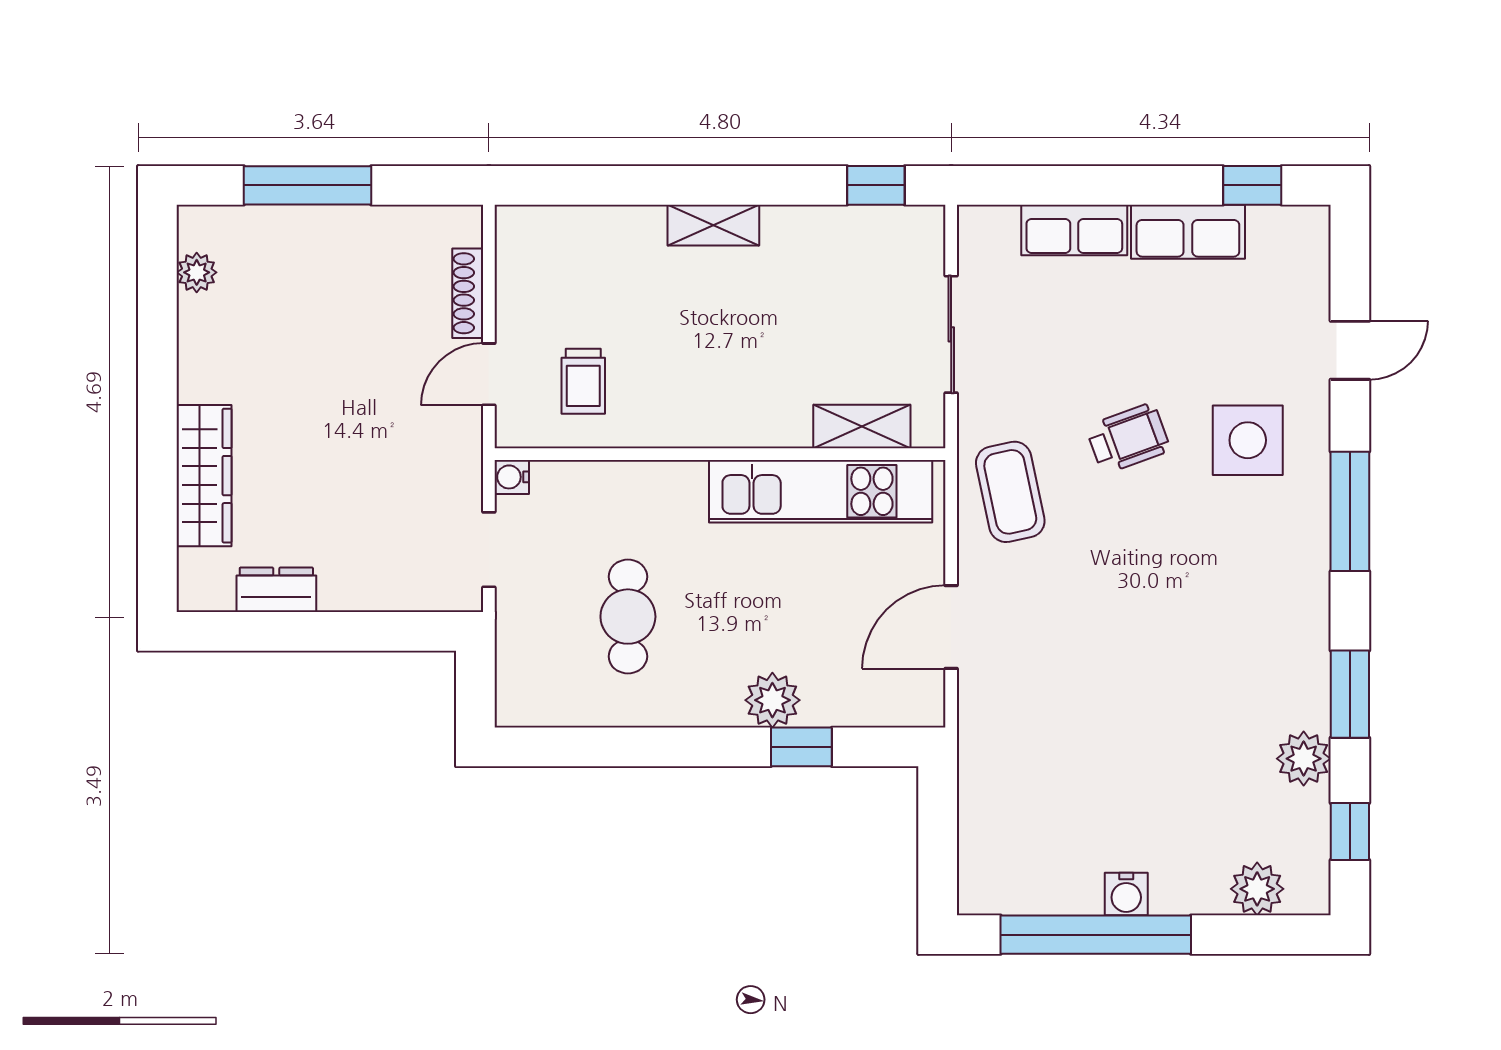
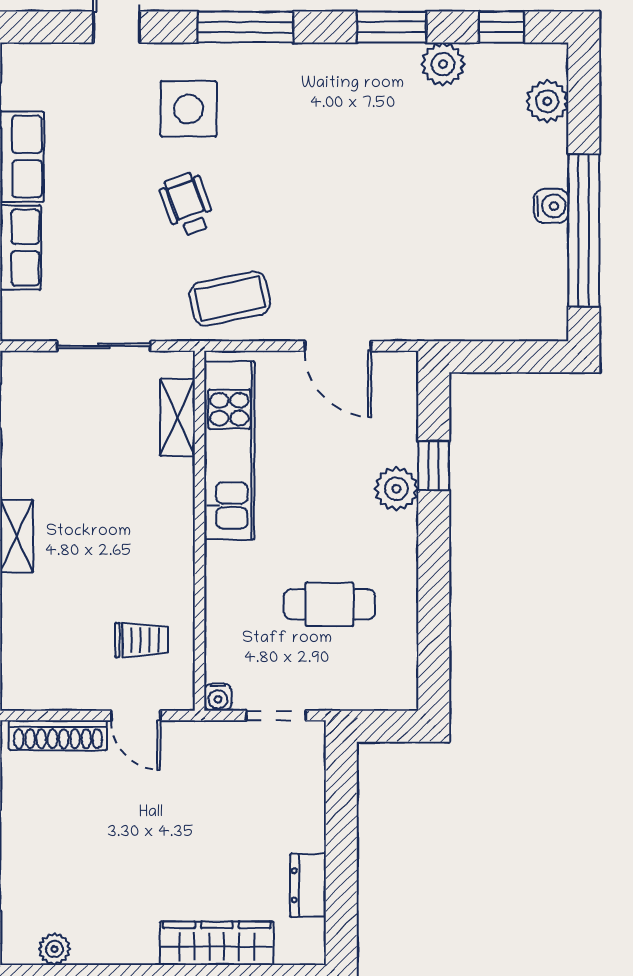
shoe rack: (468, 293) -> (58, 735), width x1.36, depth x1.24

